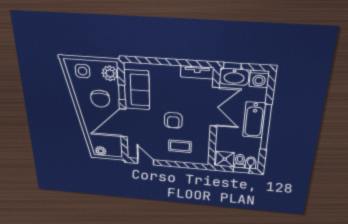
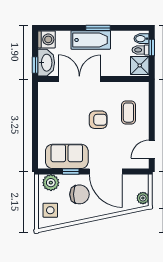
tv unit: (197, 72) -> (44, 98), removed
window: (266, 127) -> (98, 28), width x0.47

